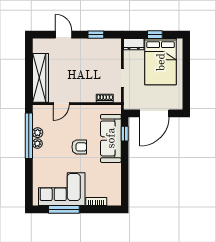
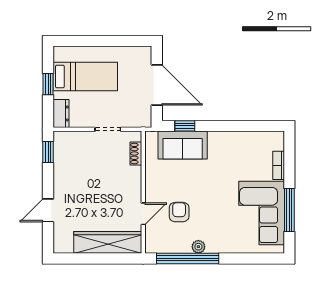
window: (96, 35) -> (48, 152), moved
bed: (161, 62) -> (85, 76), width x0.67
door: (61, 104) -> (143, 214), hinge flipped
plant: (38, 133) -> (183, 246), removed
sofa: (111, 138) -> (183, 145), width x0.73
armchair: (79, 147) -> (179, 212), moved

